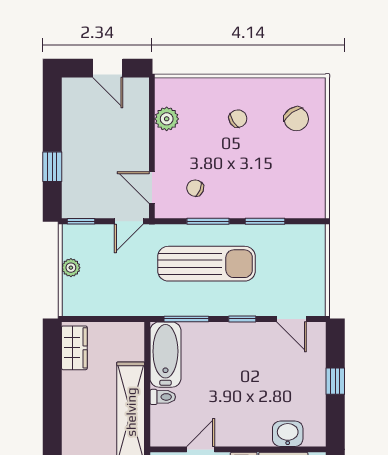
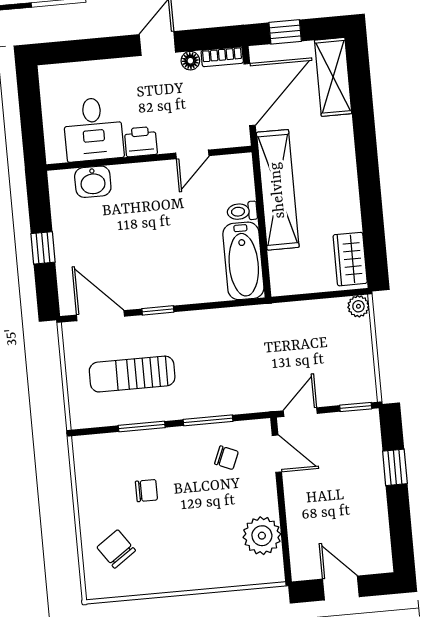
plant: (167, 119) -> (262, 536), width x1.36, depth x1.36
chair: (238, 119) -> (146, 491), moved, turned -148
sun lounger: (206, 264) -> (132, 374), moved, width x0.73, depth x0.75
plant: (71, 268) -> (358, 306), moved
window: (186, 319) -> (223, 304), removed
door: (292, 319) -> (100, 316), width x1.37

